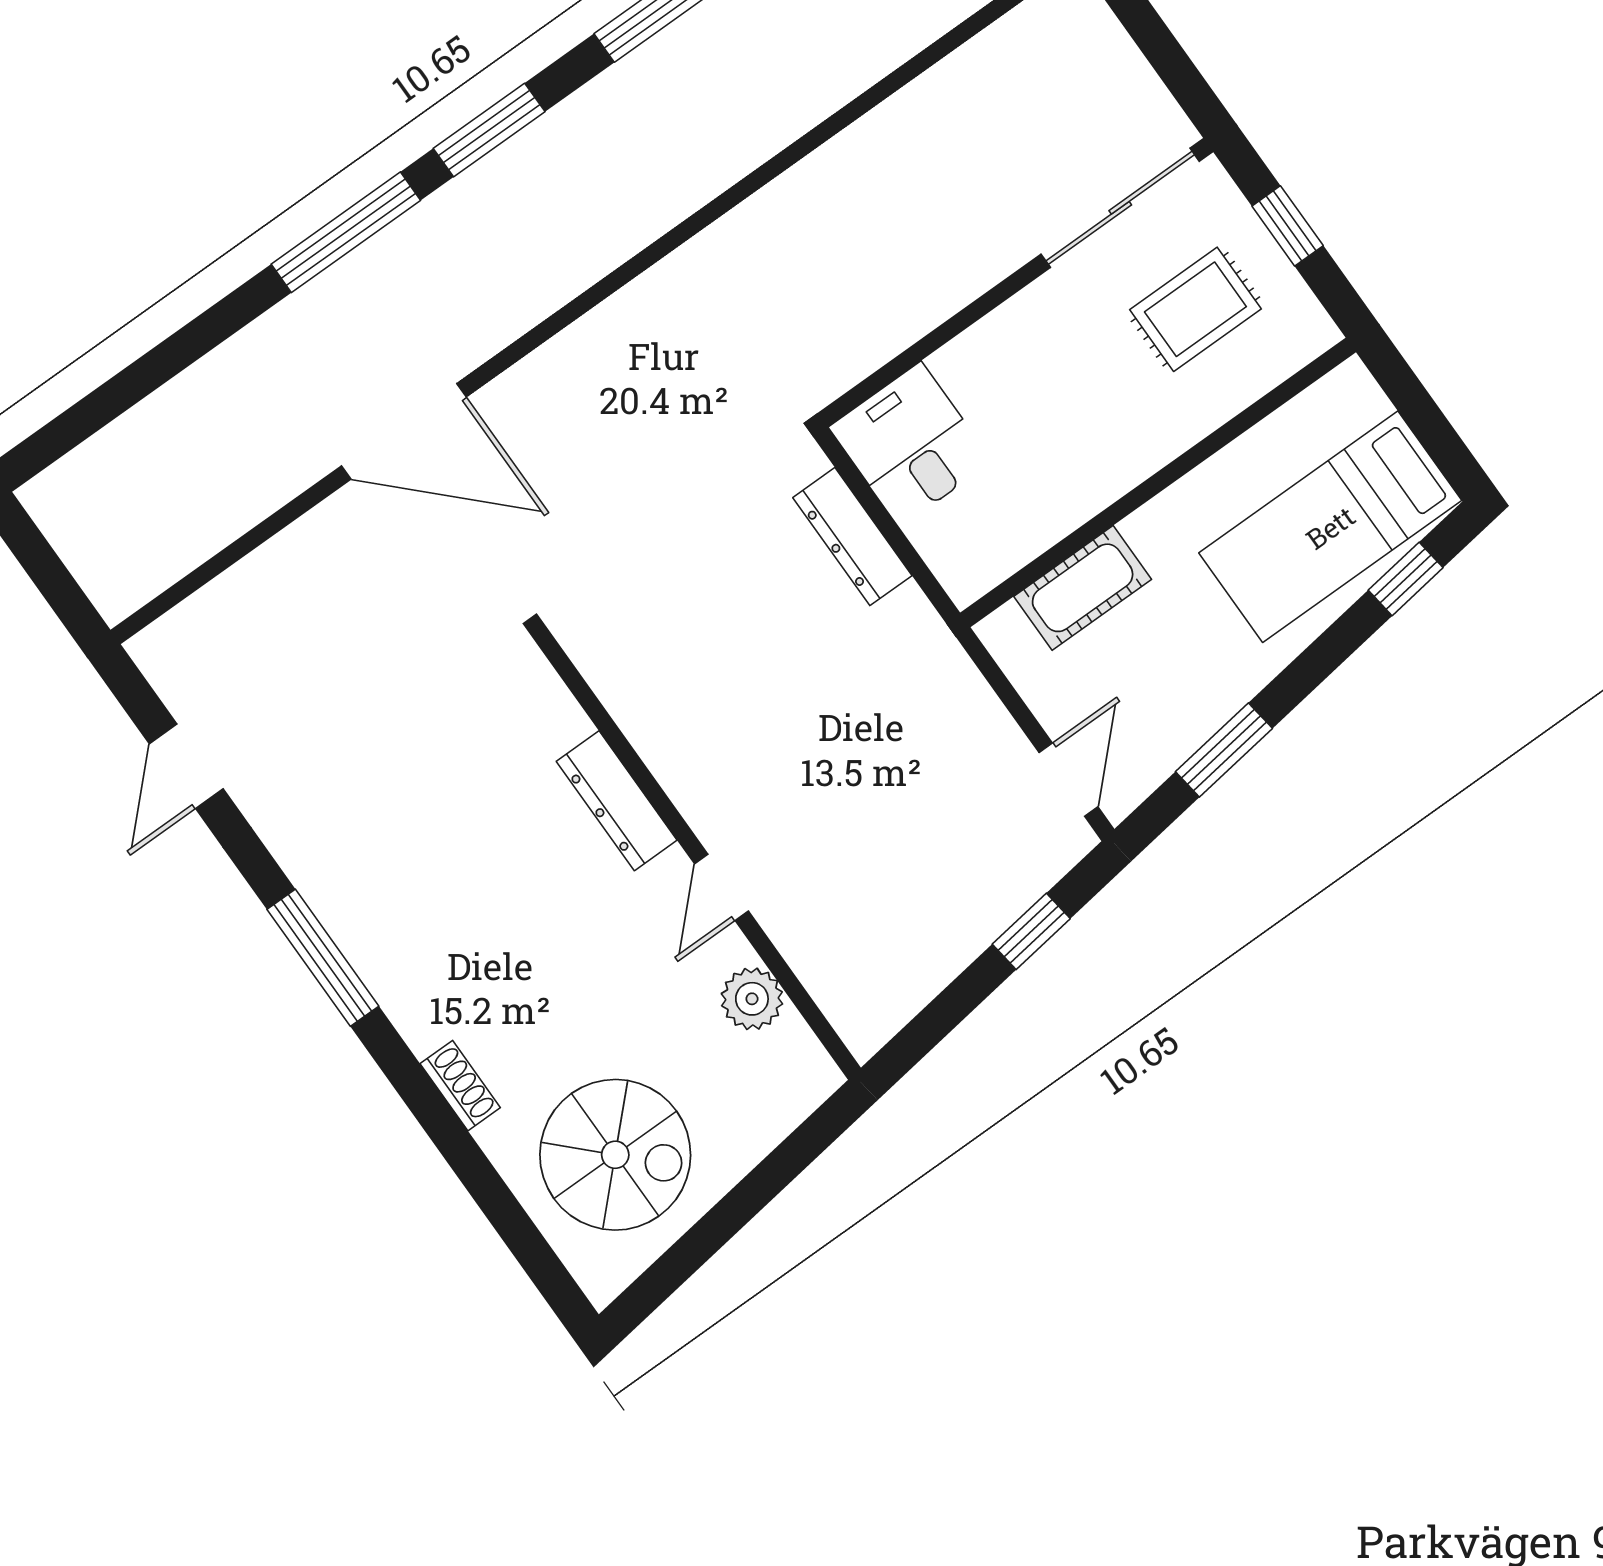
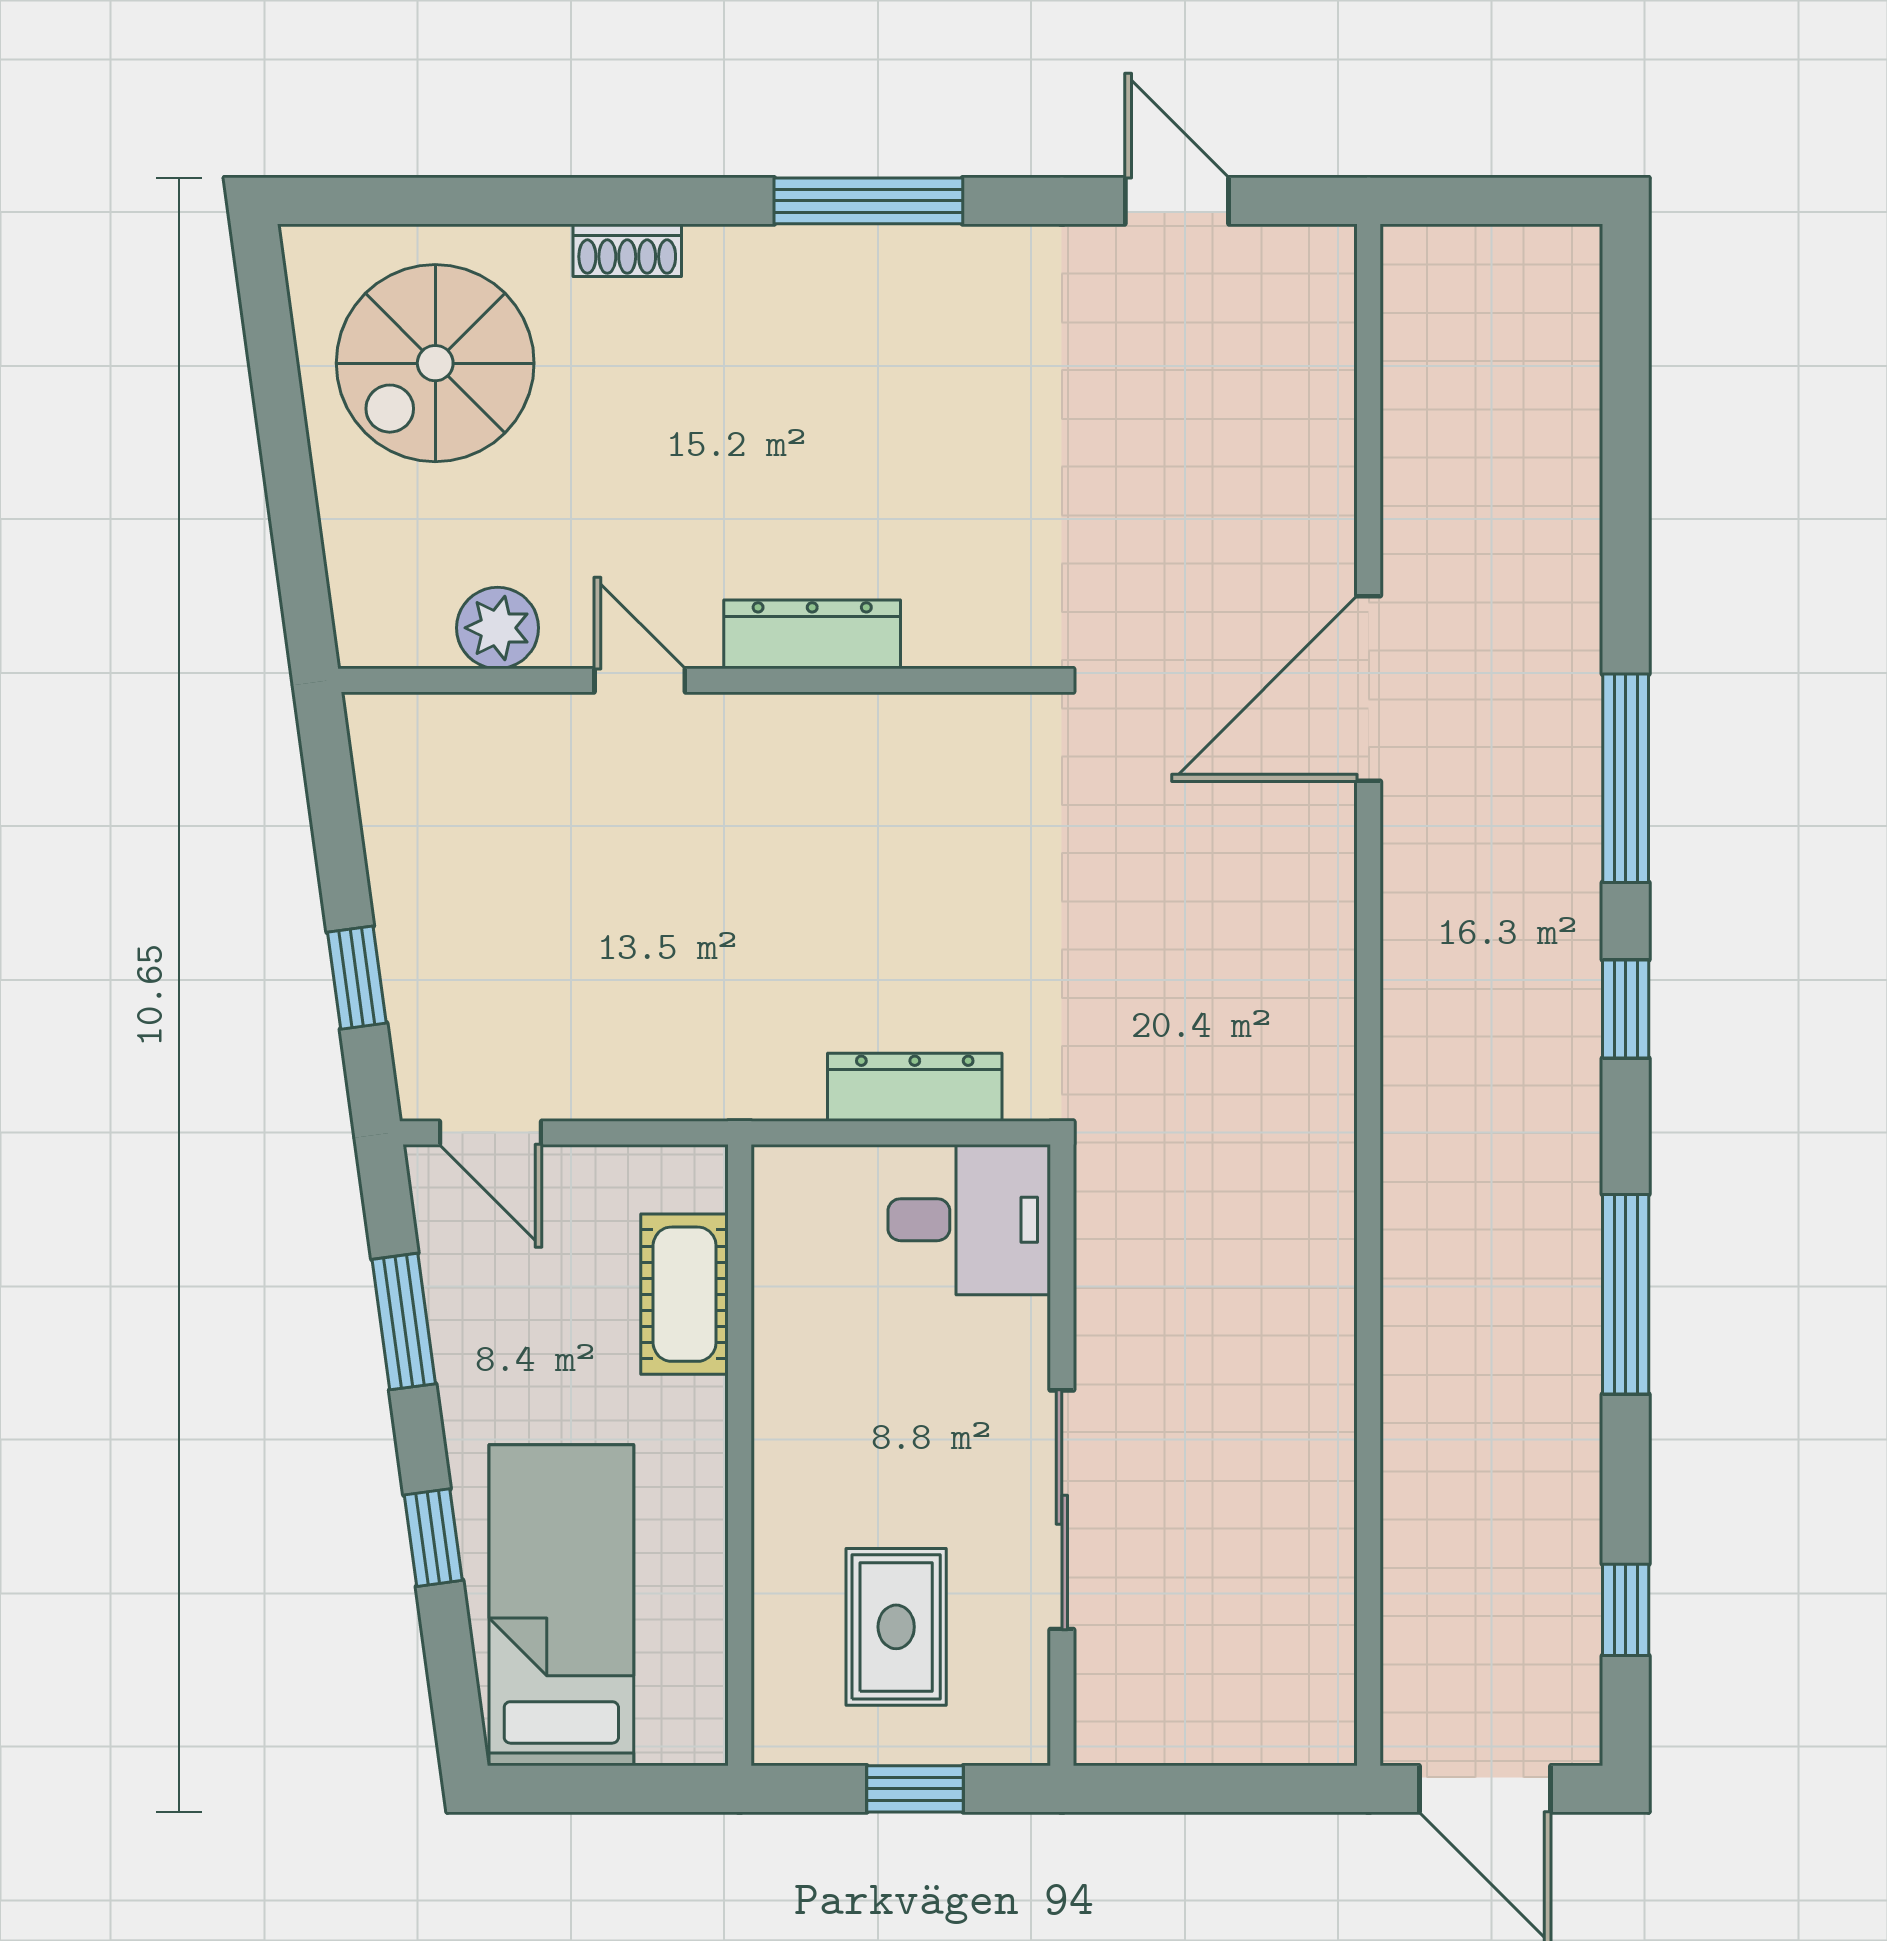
window: (489, 130) -> (1626, 1009), width x0.67
sliding door: (1120, 208) -> (1062, 1510), moved
window: (1406, 579) -> (433, 1538), moved

